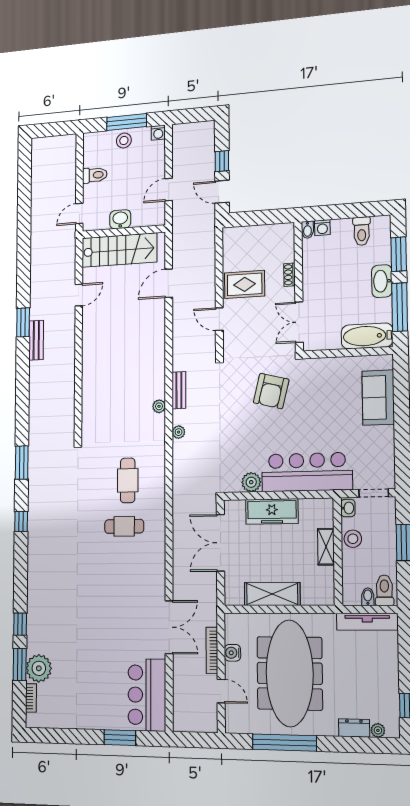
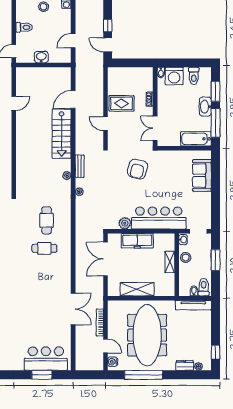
washing machine: (322, 228) -> (174, 76), width x1.89, depth x1.89
stairs: (119, 250) -> (62, 134), moved, turned 90
water cooler: (232, 653) -> (113, 362), moved
bar counter: (147, 695) -> (46, 359), moved, turned 90

